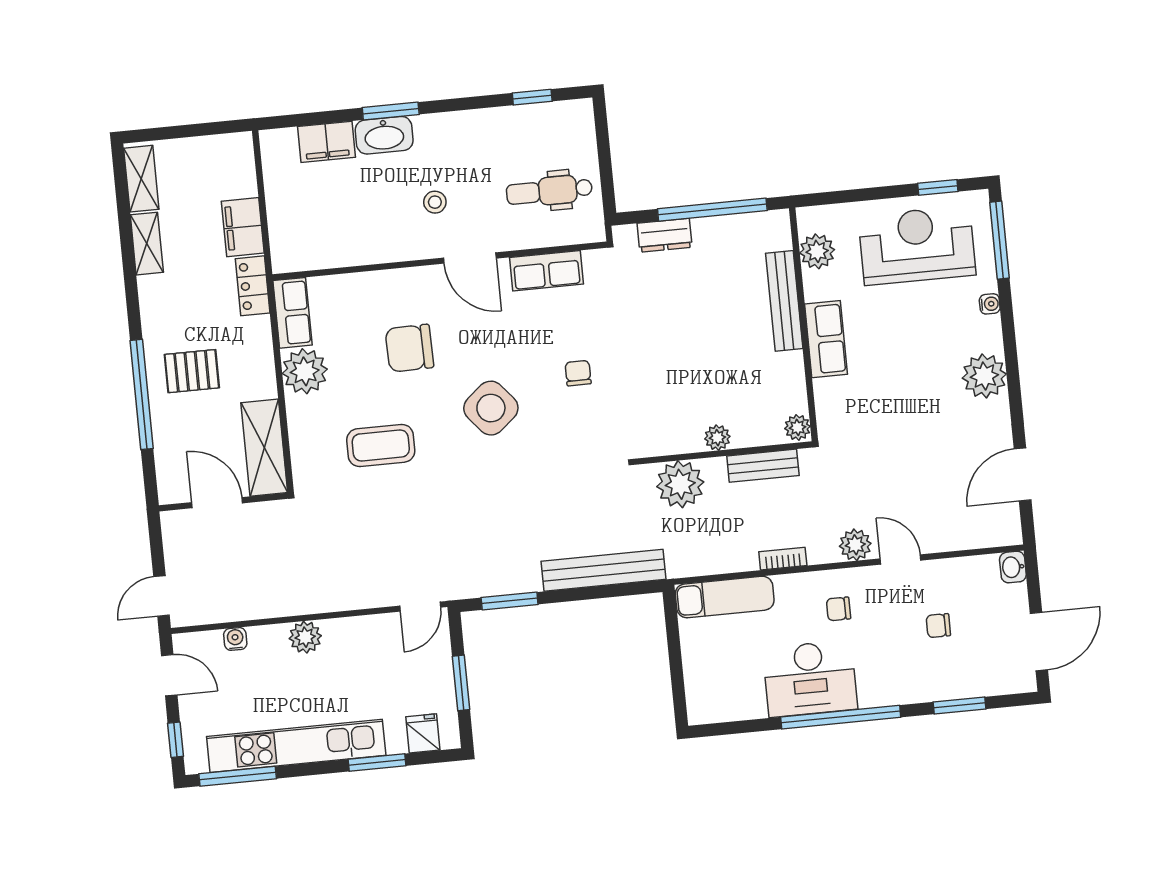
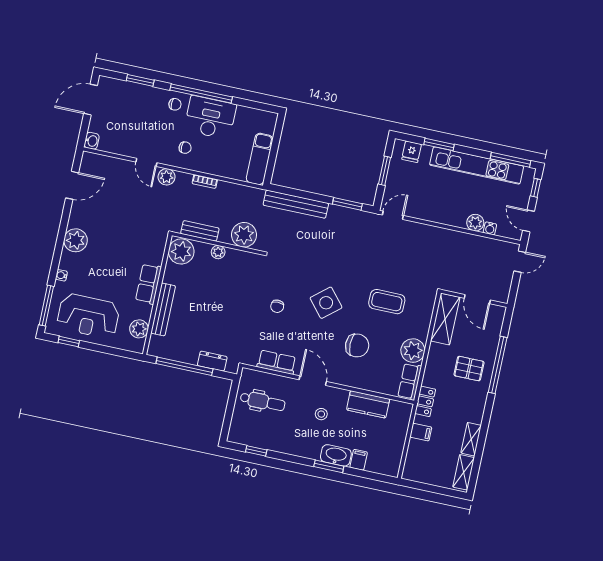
filing cabinet: (327, 142) -> (359, 460), width x0.50
filing cabinet: (243, 227) -> (421, 432), width x0.50
kitchen counter: (355, 247) -> (368, 404), added
plant: (797, 427) -> (181, 251), width x1.88, depth x1.88
exam couch: (725, 597) -> (260, 159), moved, turned -90
chair: (938, 626) -> (175, 104), moved
plant: (305, 637) -> (475, 223), moved

